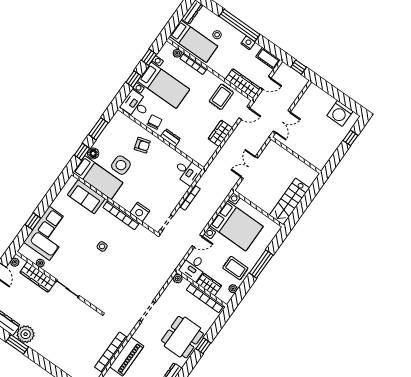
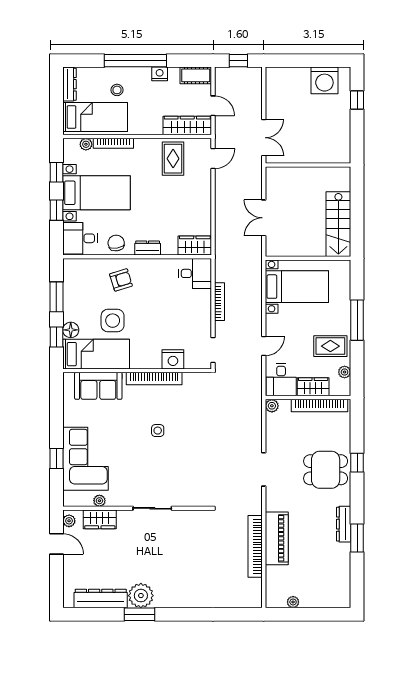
door: (266, 83) -> (213, 106), hinge flipped
wardrobe: (220, 133) -> (195, 246), moved, turned 90
bed with nightstands: (236, 226) -> (297, 287), width x0.73
wardrobe: (38, 277) -> (100, 519), width x0.67
dining table: (182, 337) -> (326, 470), width x0.73

